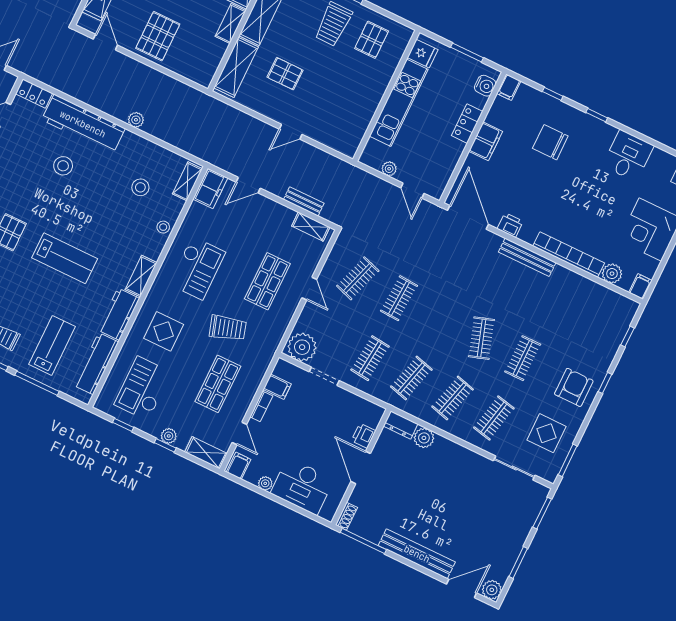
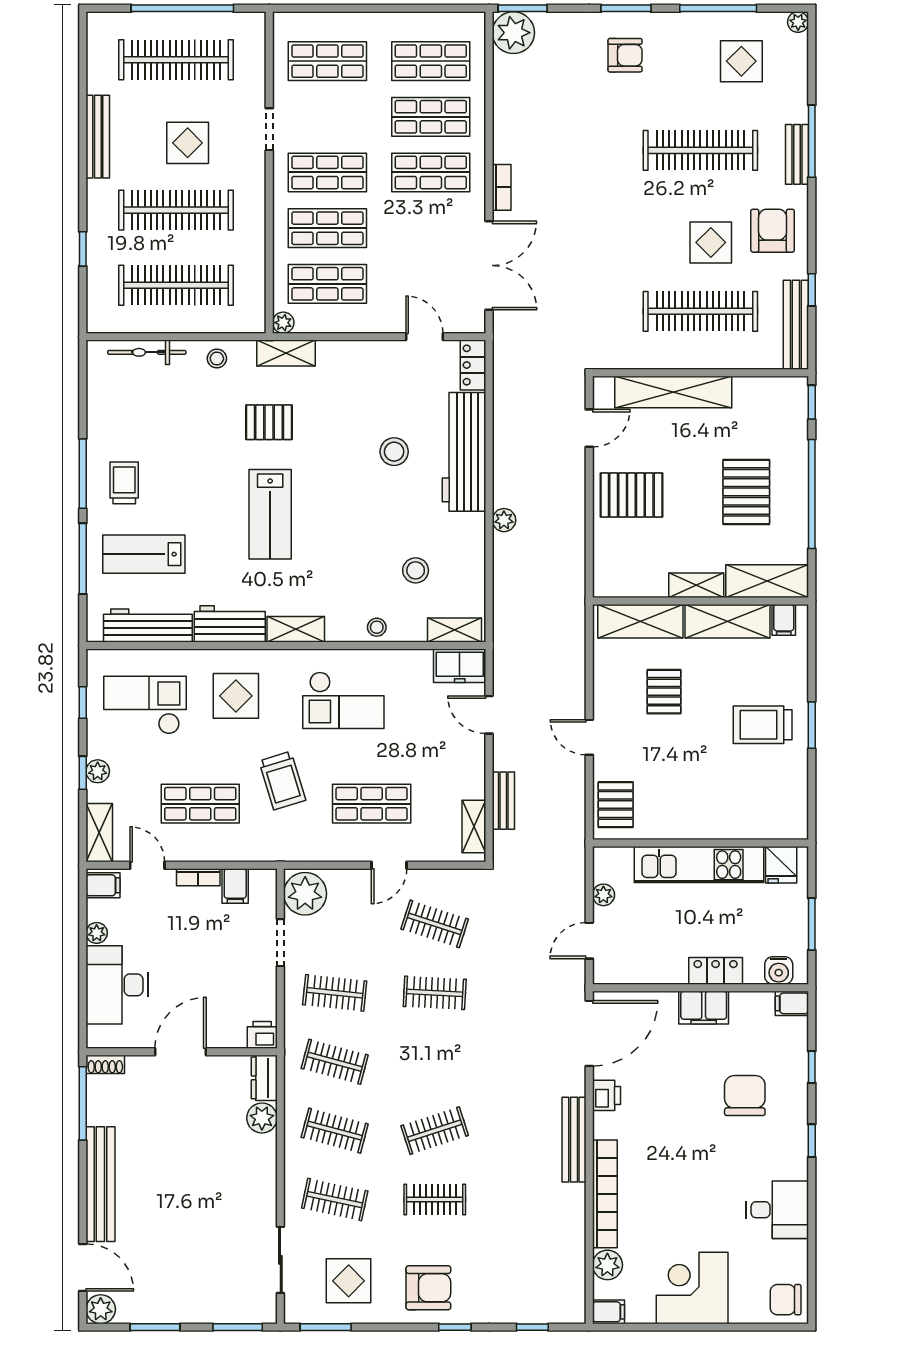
pallet: (372, 40) -> (616, 805), moved, turned 90
lab bench: (52, 345) -> (144, 554), turned 180
door: (239, 433) -> (147, 865), swing flipped
printer: (364, 436) -> (262, 1035), moved

